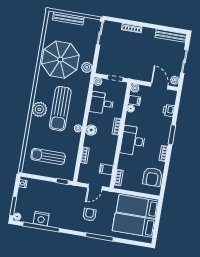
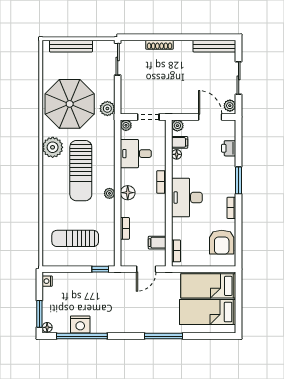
plant: (39, 109) -> (53, 147), moved
armchair: (89, 215) -> (145, 308), removed

